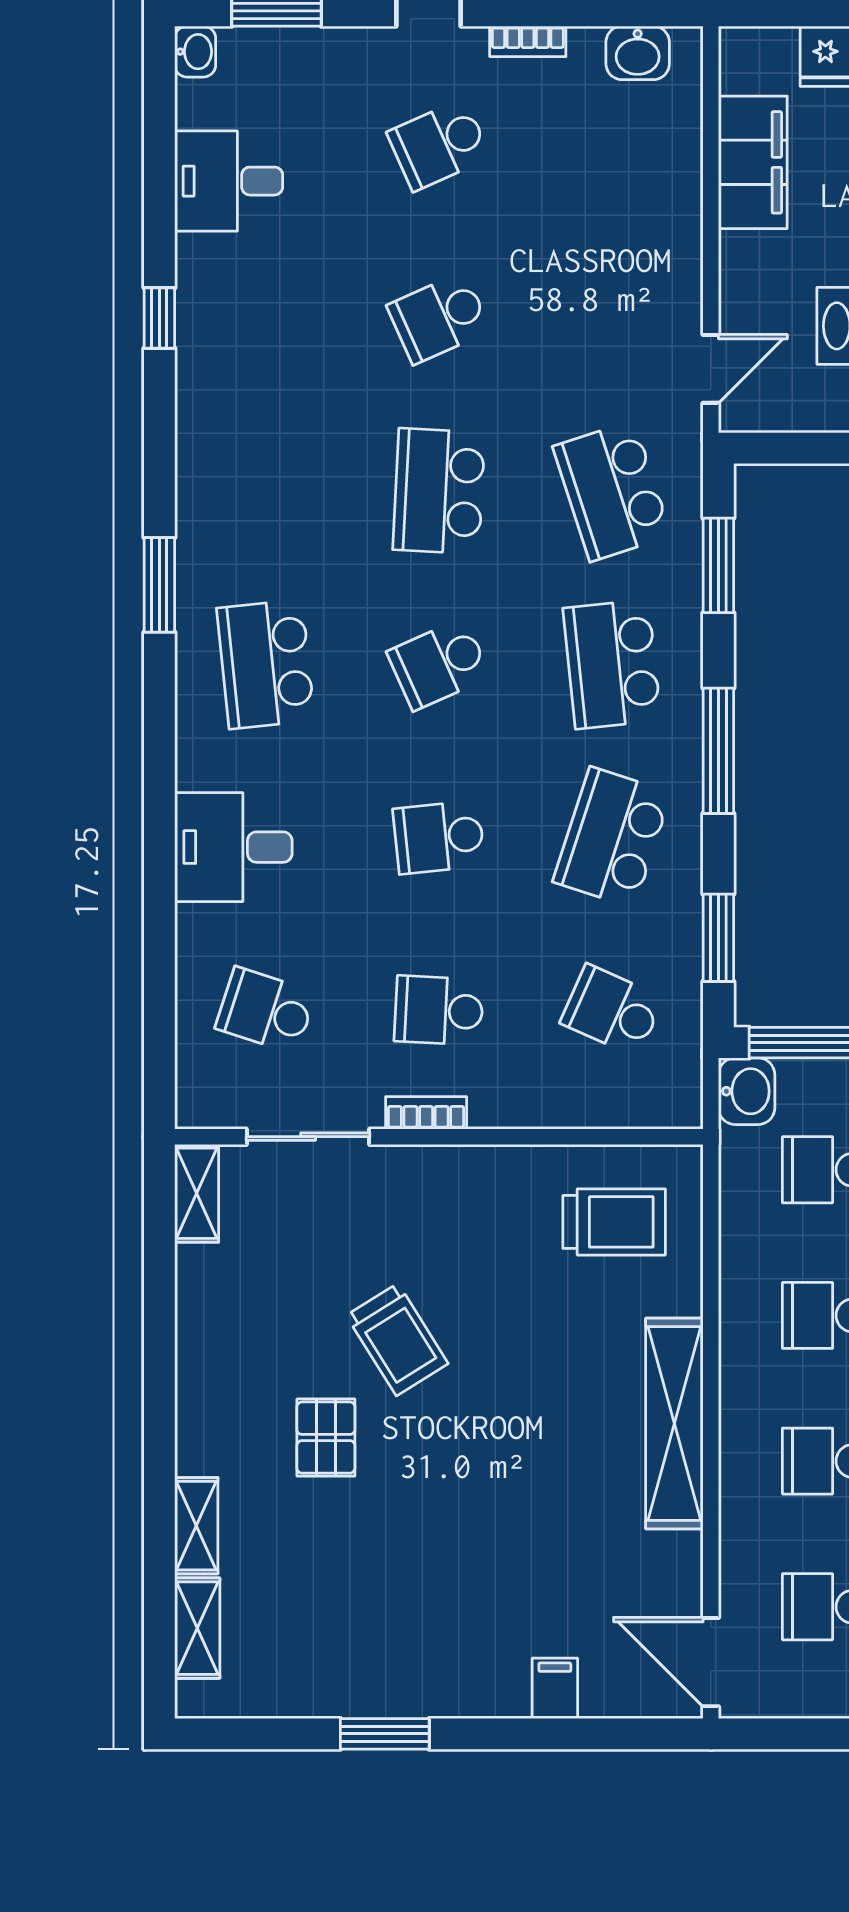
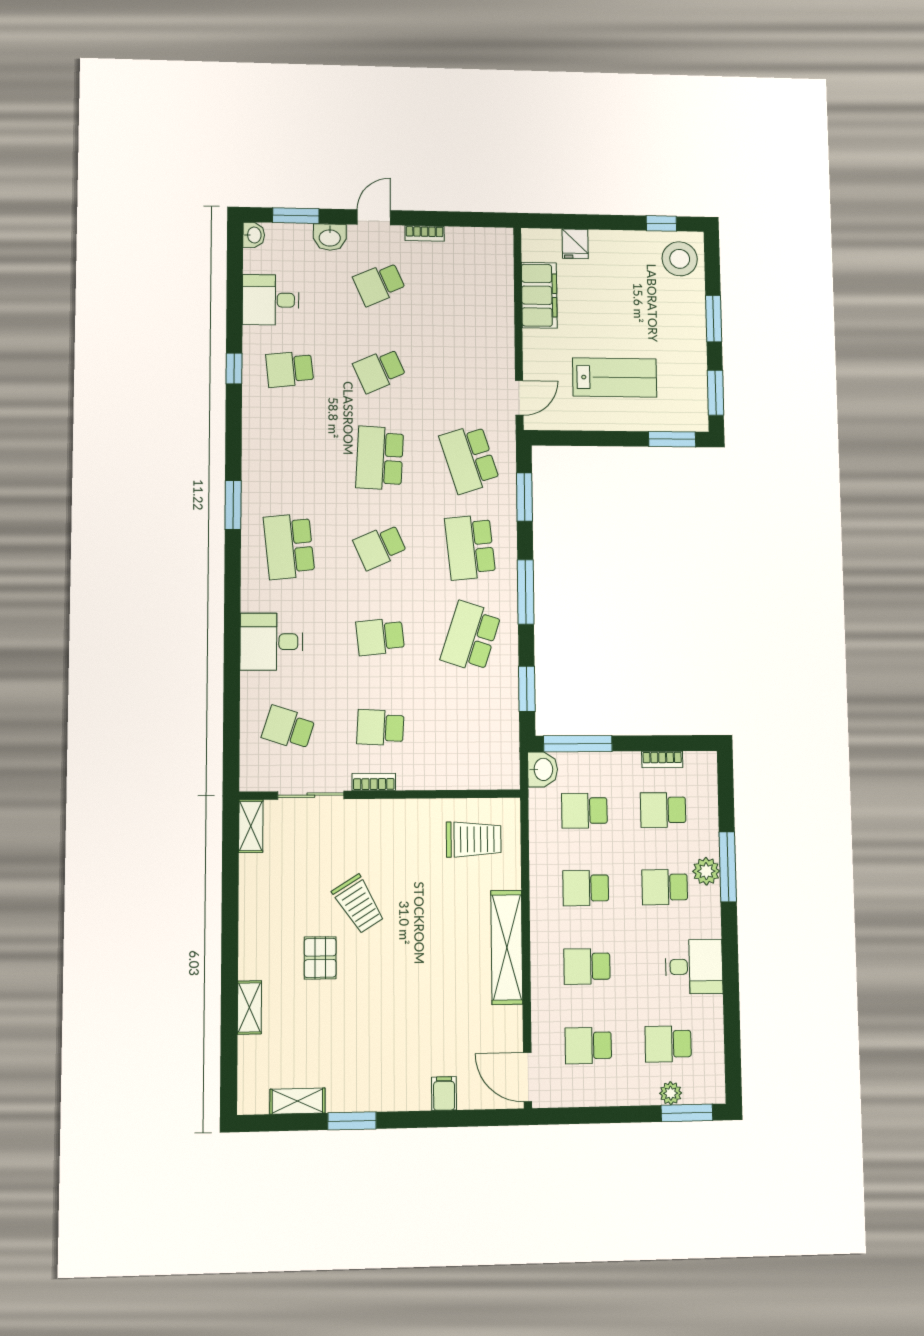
washbasin: (638, 53) -> (330, 237), moved
school desk: (612, 1010) -> (290, 369), moved, turned -30
shelving: (197, 1628) -> (297, 1101), moved, turned 90

